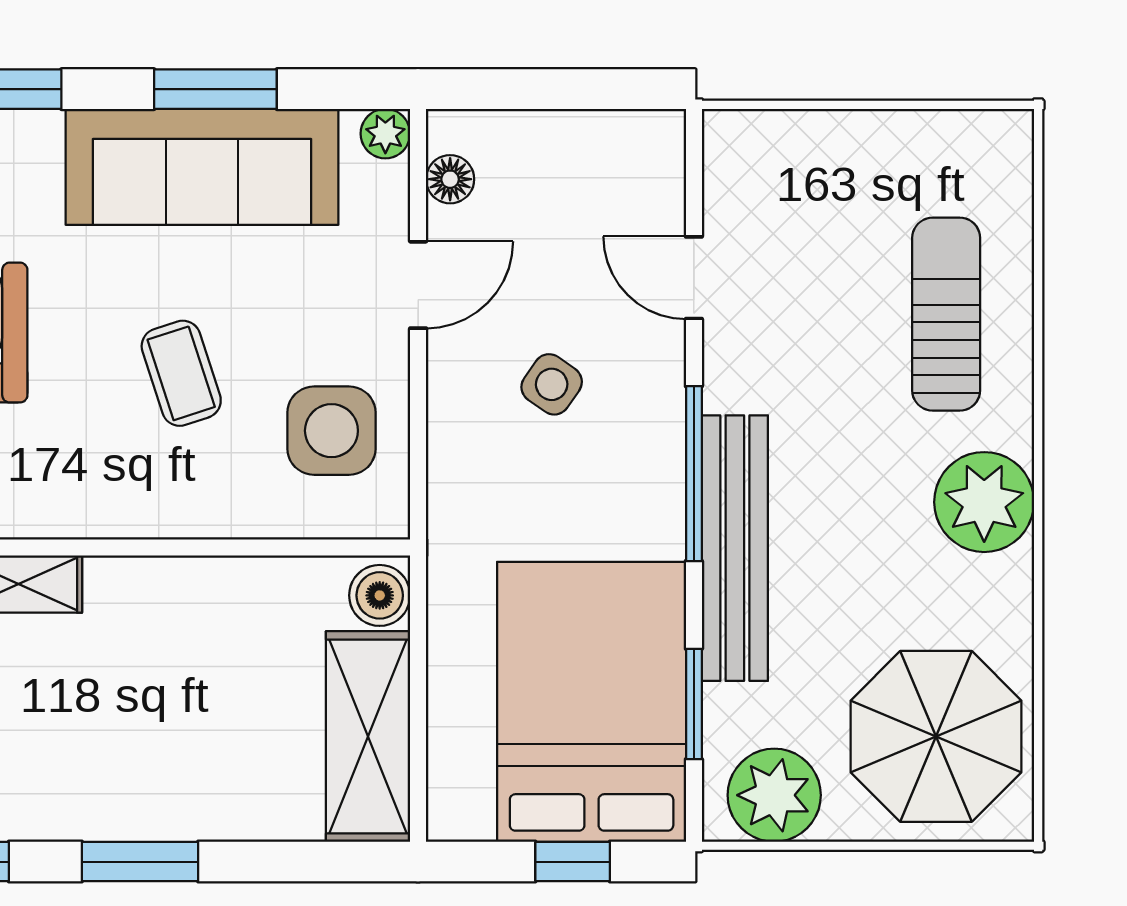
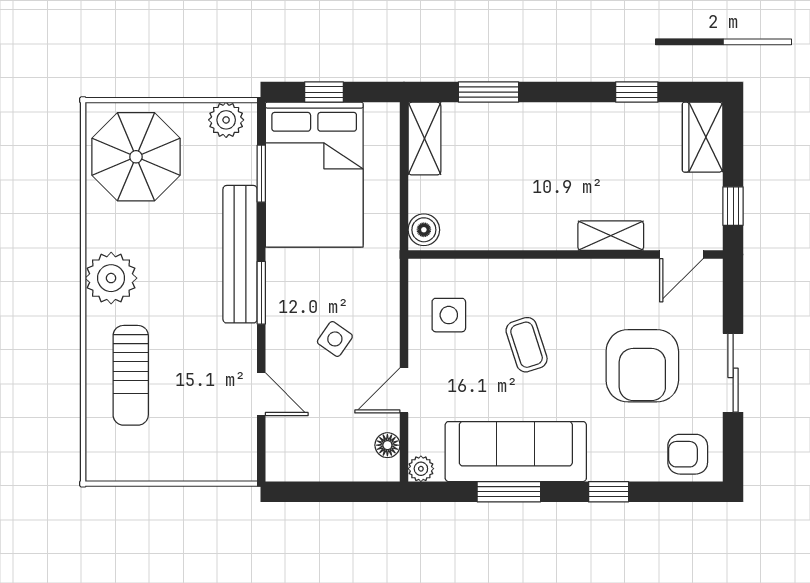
side table: (331, 431) -> (449, 315), width x0.73, depth x0.73
window: (694, 474) -> (261, 293), width x0.69
shelving: (368, 736) -> (424, 139), width x0.67, depth x0.75
plant: (774, 795) -> (226, 120), width x0.73, depth x0.73
window: (140, 862) -> (489, 92), moved

